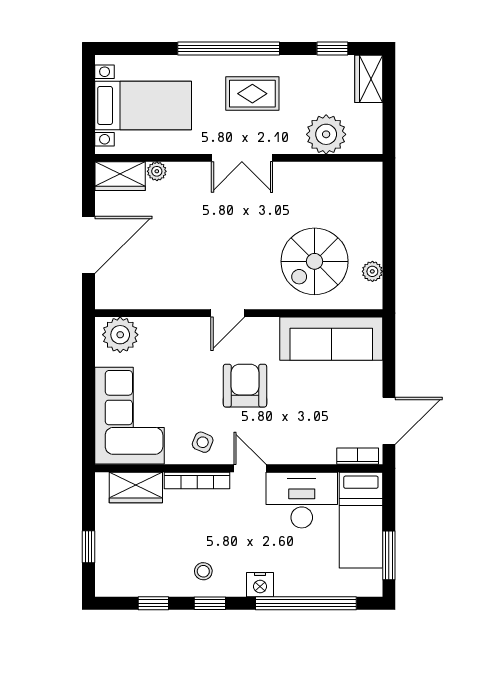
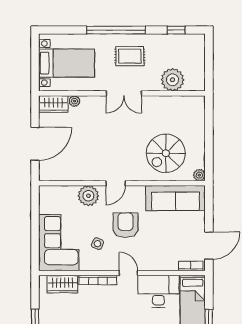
wardrobe: (369, 79) -> (197, 48), removed
plant: (372, 271) -> (199, 175), moved
plant: (120, 335) -> (88, 196), moved
side table: (203, 442) -> (97, 244), moved

